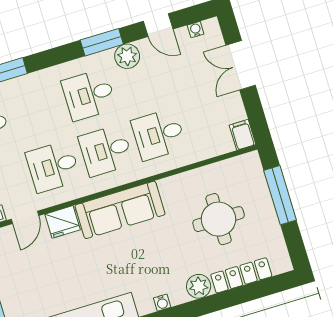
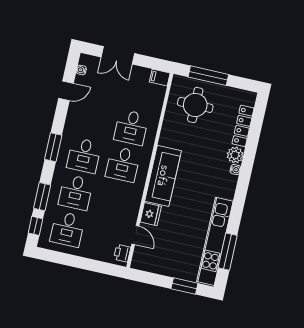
window: (102, 42) -> (53, 147), moved
plant: (127, 56) -> (74, 120), removed
desk: (53, 166) -> (76, 192), moved
round table: (219, 219) -> (195, 105), moved
water cooler: (162, 303) -> (235, 170), moved

